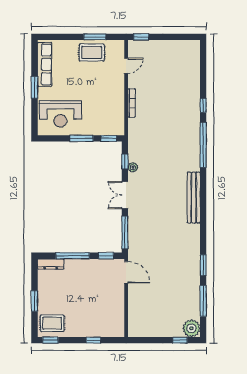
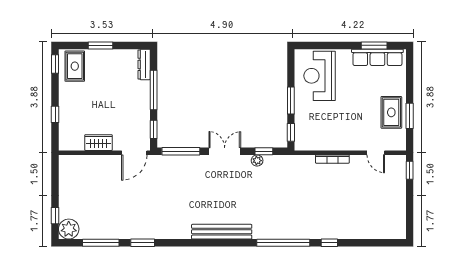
window: (34, 87) -> (374, 45), moved
wardrobe: (118, 303) -> (98, 143), added

